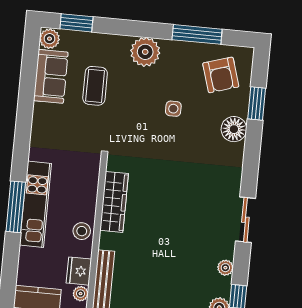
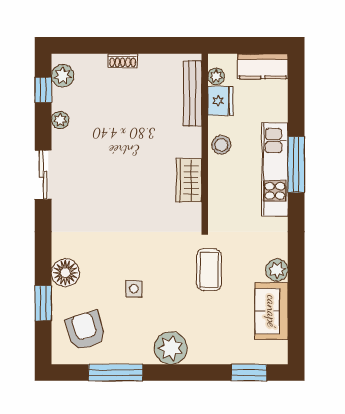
plant: (50, 39) -> (277, 270), moved
coffee table: (95, 86) -> (209, 270), moved
wardrobe: (114, 202) -> (189, 180), width x0.67

